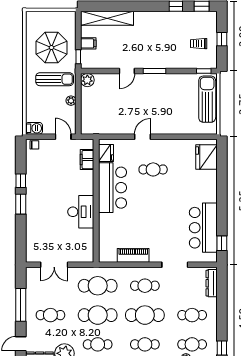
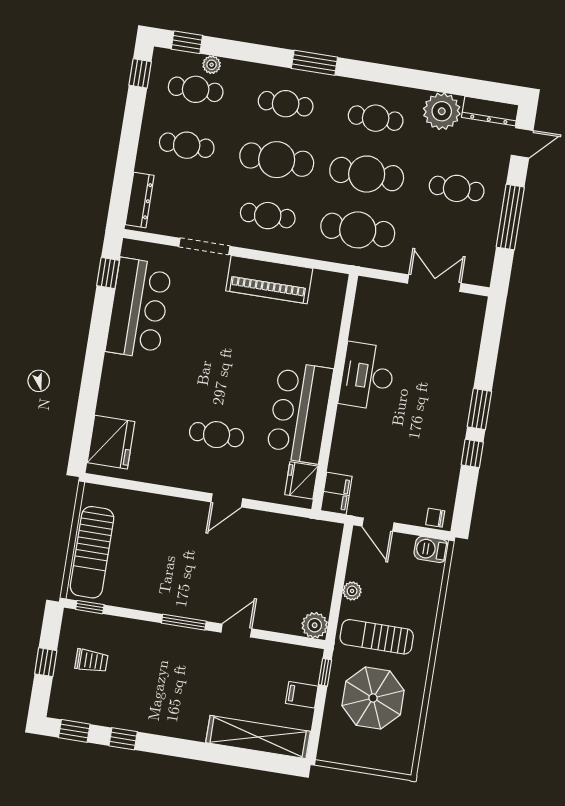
filing cabinet: (87, 160) -> (336, 493), moved
piano: (133, 255) -> (269, 280), width x1.37, depth x1.33

